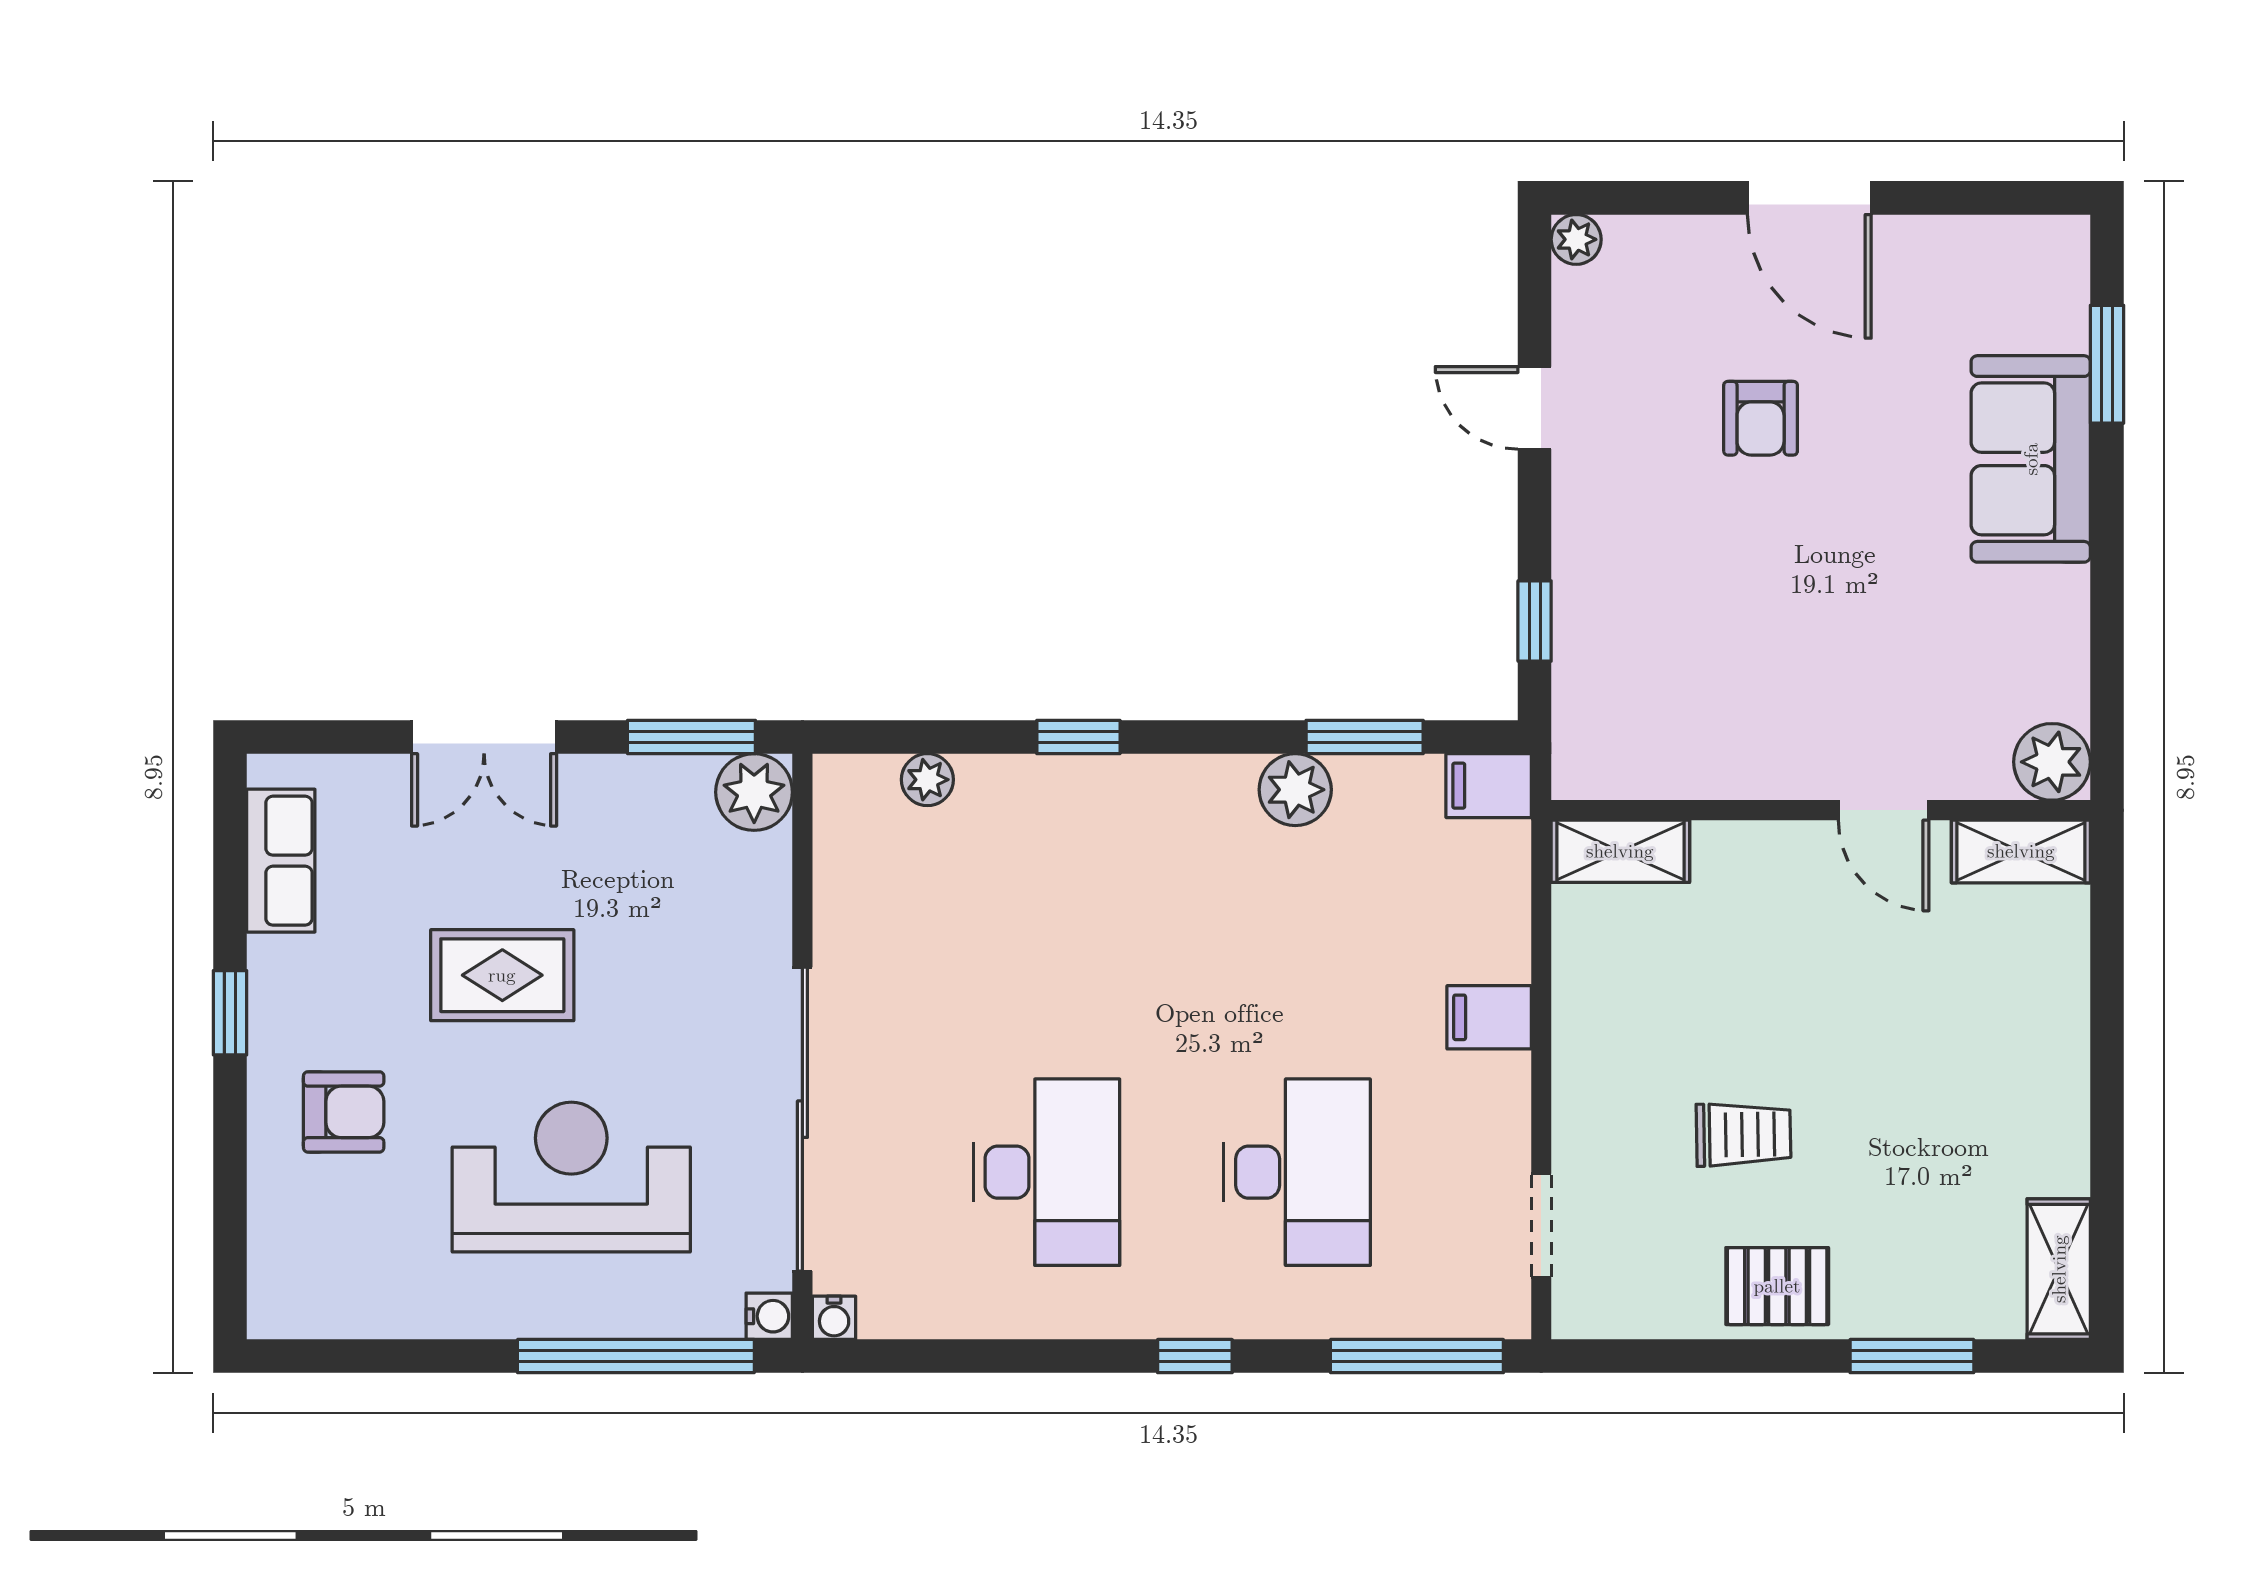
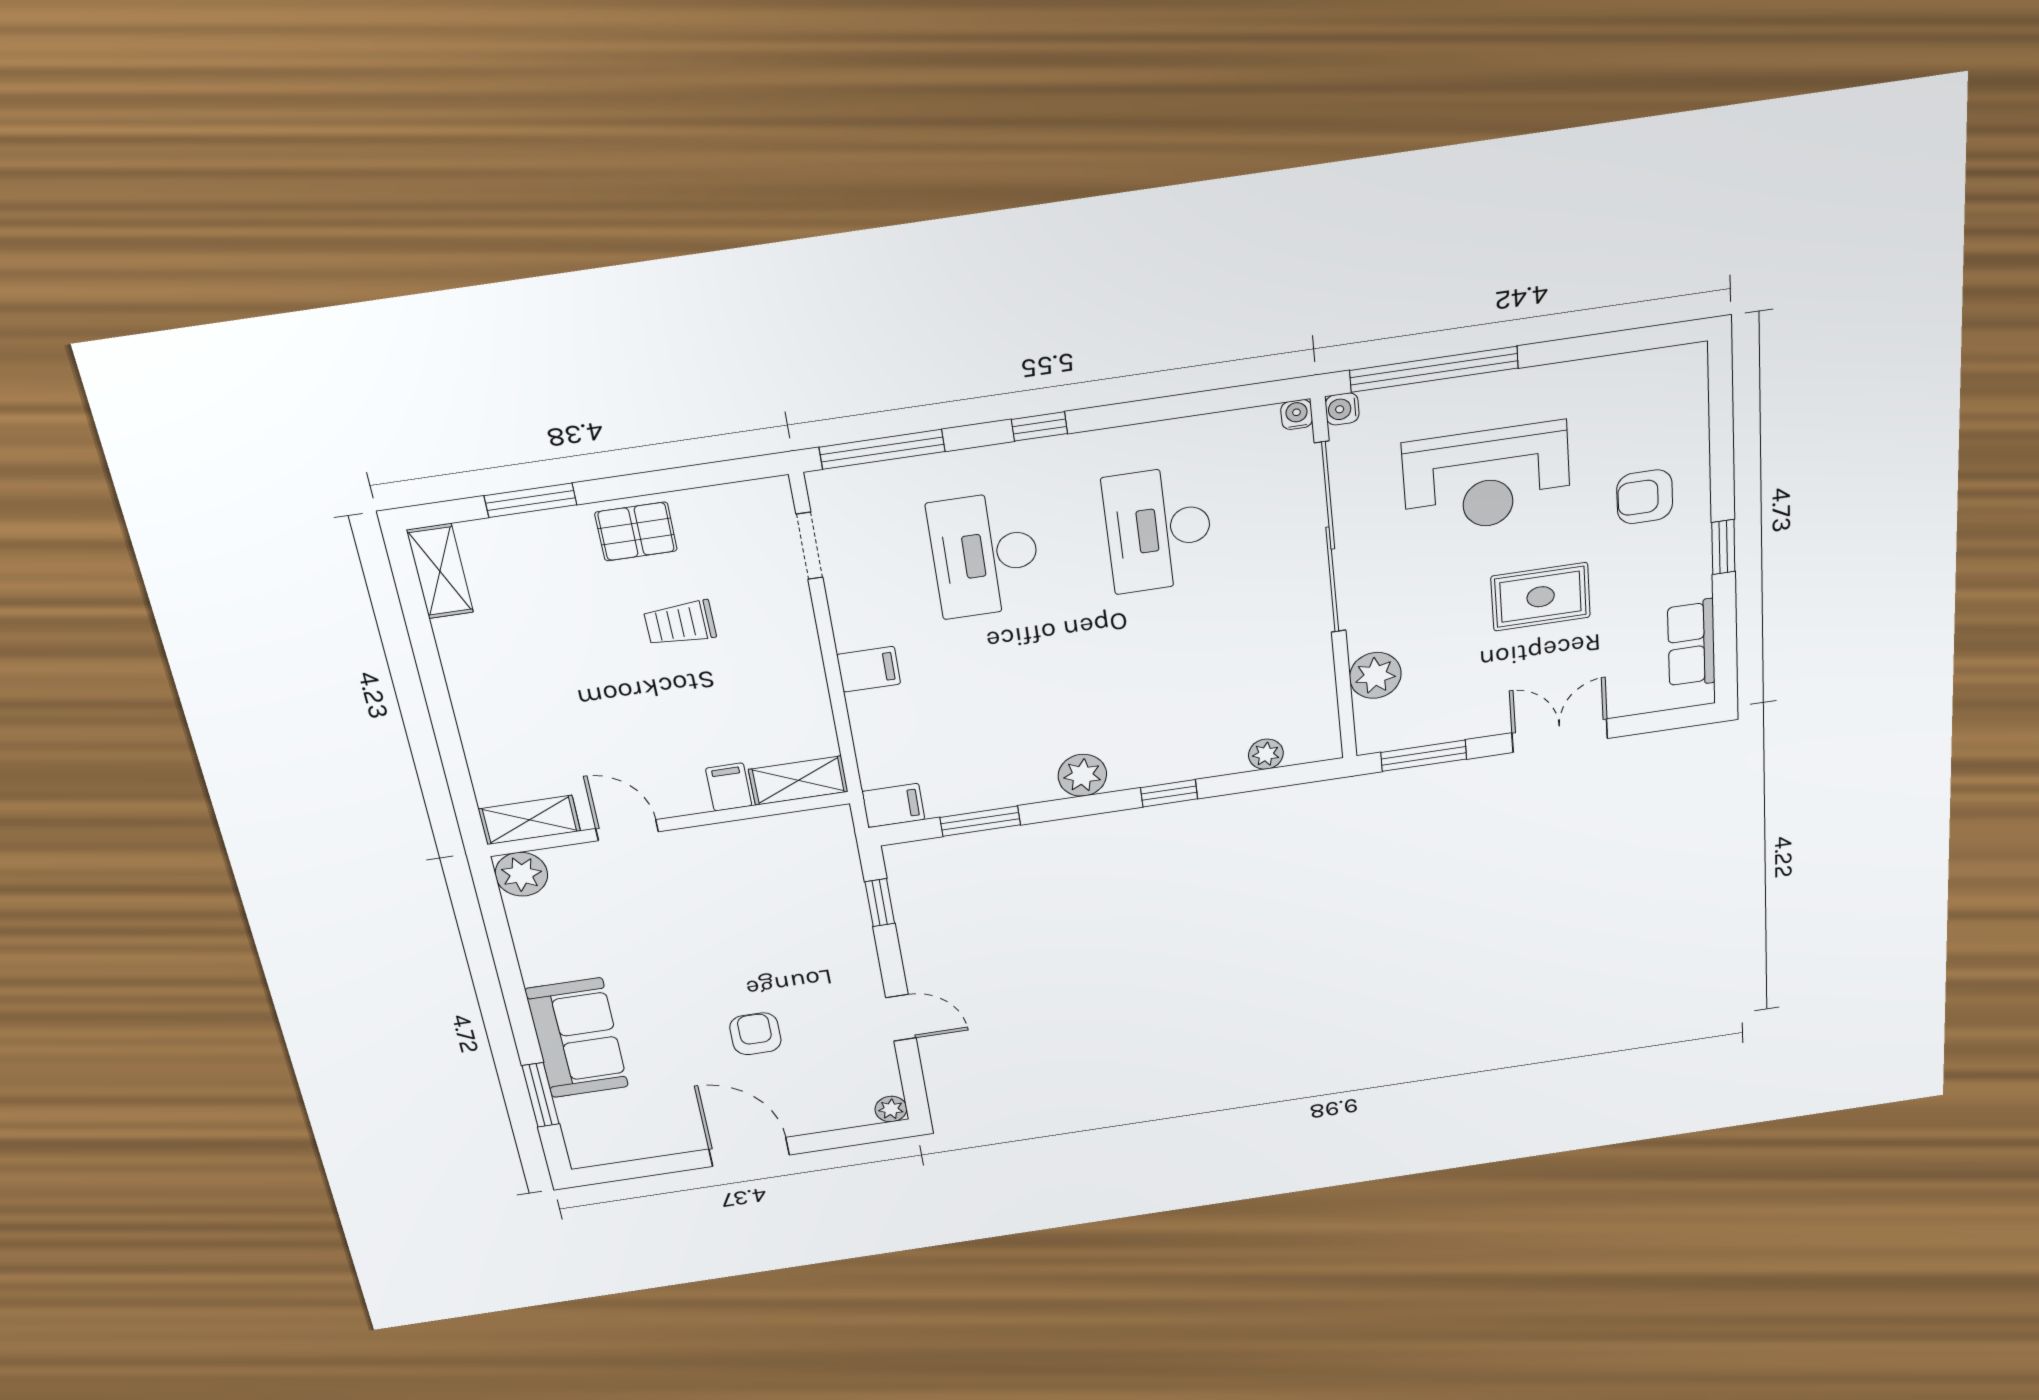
plant: (1295, 790) -> (1082, 775), moved
plant: (754, 792) -> (1375, 675), moved
filing cabinet: (1723, 858) -> (729, 787), added

